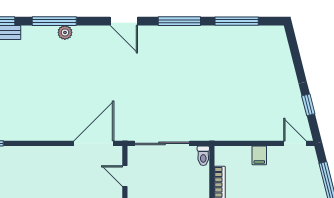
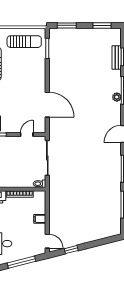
door: (94, 143) -> (47, 105), moved
door: (295, 143) -> (47, 241), hinge flipped

